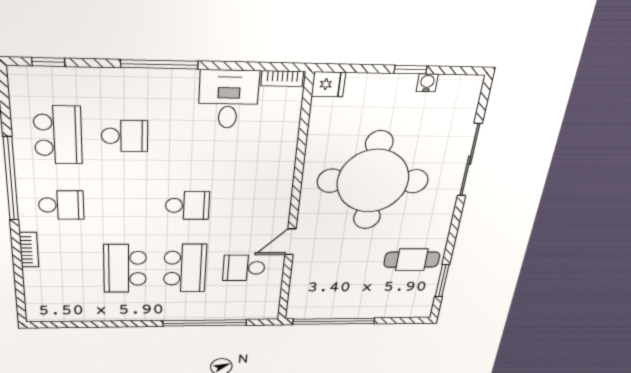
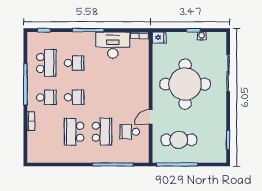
desk: (228, 99) -> (113, 45), width x1.37
school desk: (187, 205) -> (74, 97), moved
cafe table: (412, 260) -> (179, 140), moved, width x1.37, depth x1.35

